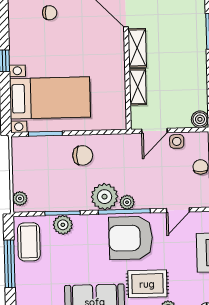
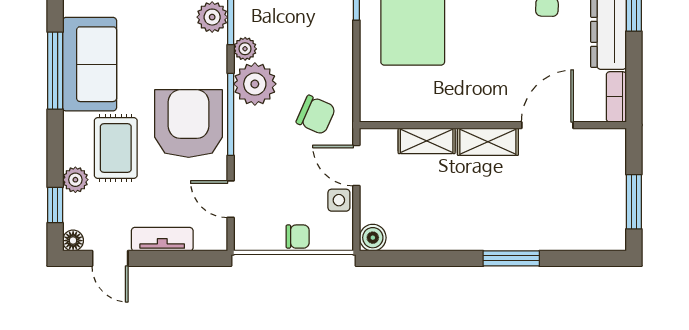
chair: (83, 155) -> (316, 115), moved, turned -66
plant: (127, 202) -> (245, 49), moved

